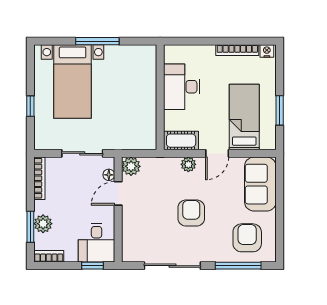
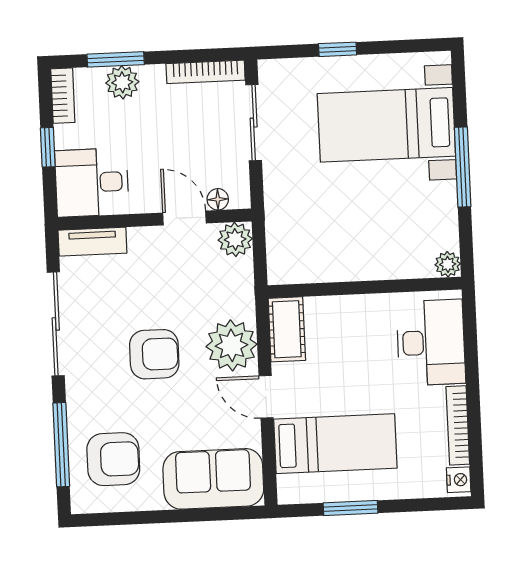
plant: (150, 52) -> (448, 264), added
desk: (182, 87) -> (431, 342), moved, turned 90
sliding door: (82, 153) -> (254, 123), moved
plant: (188, 164) -> (232, 345), width x1.87, depth x1.87
tv unit: (129, 244) -> (92, 242), added
window: (93, 266) -> (48, 147), moved

